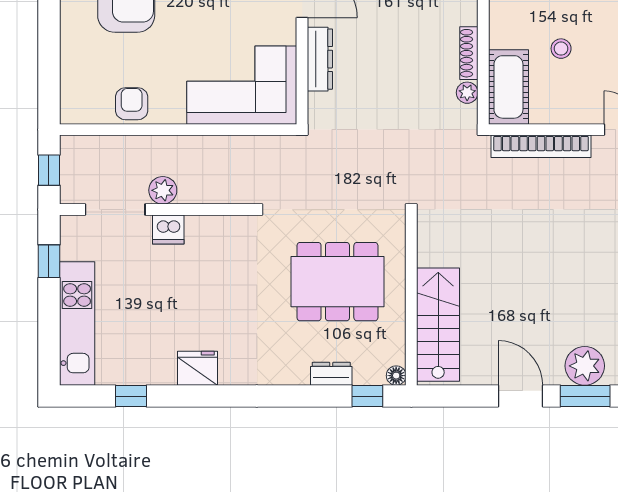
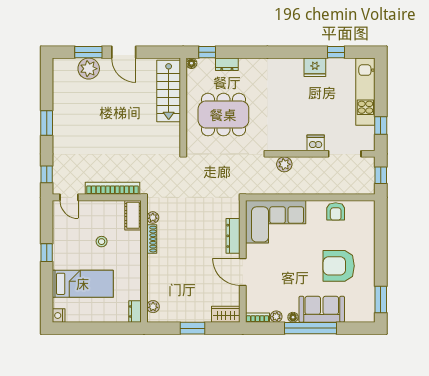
cot: (508, 87) -> (133, 215), width x0.73, depth x0.75
plant: (163, 190) -> (284, 164), moved
fridge: (198, 368) -> (315, 67), moved

